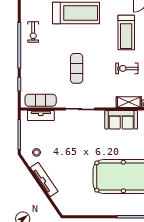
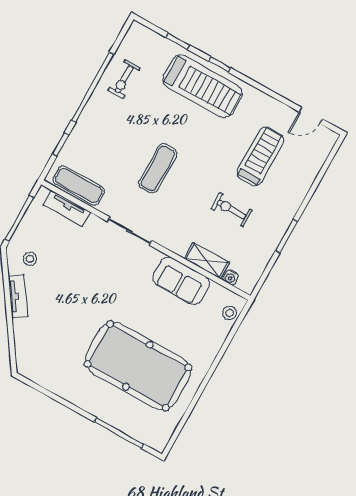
treadmill: (126, 33) -> (260, 156), turned 180
tv unit: (44, 179) -> (18, 296), width x0.71

